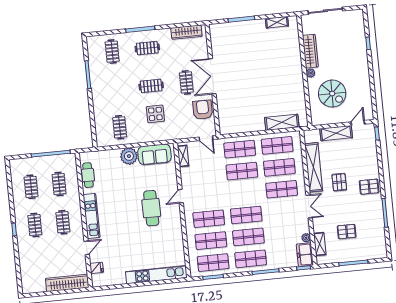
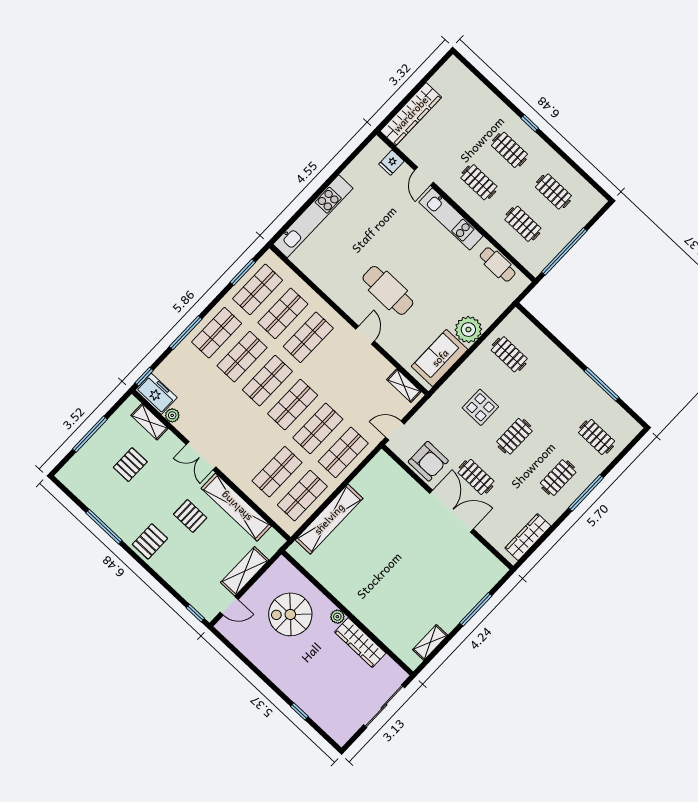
shelving: (282, 122) -> (329, 519), width x1.47
door: (358, 123) -> (229, 606), hinge flipped
shop shelf: (282, 189) -> (293, 405), moved

